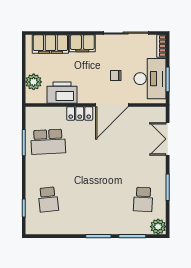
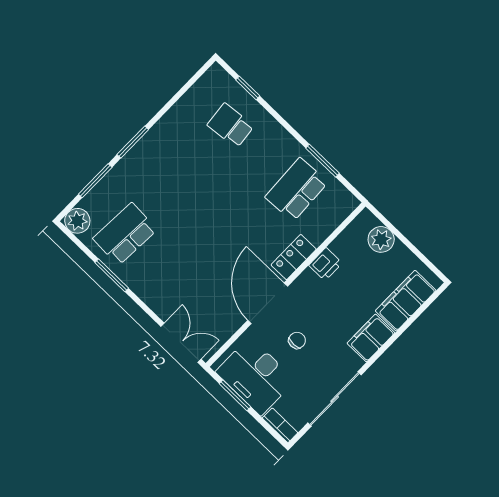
printer: (62, 93) -> (325, 264), width x0.53, depth x0.68
double door: (168, 139) -> (181, 343), moved
school desk: (143, 199) -> (125, 234), width x1.85

